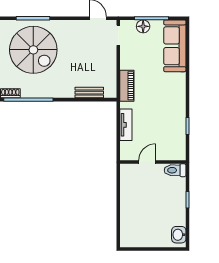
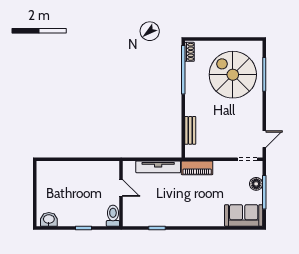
sofa: (175, 46) -> (244, 216), width x0.73
spiral stairs: (33, 50) -> (233, 75), turned 90
tv unit: (126, 125) -> (158, 167), width x1.41

